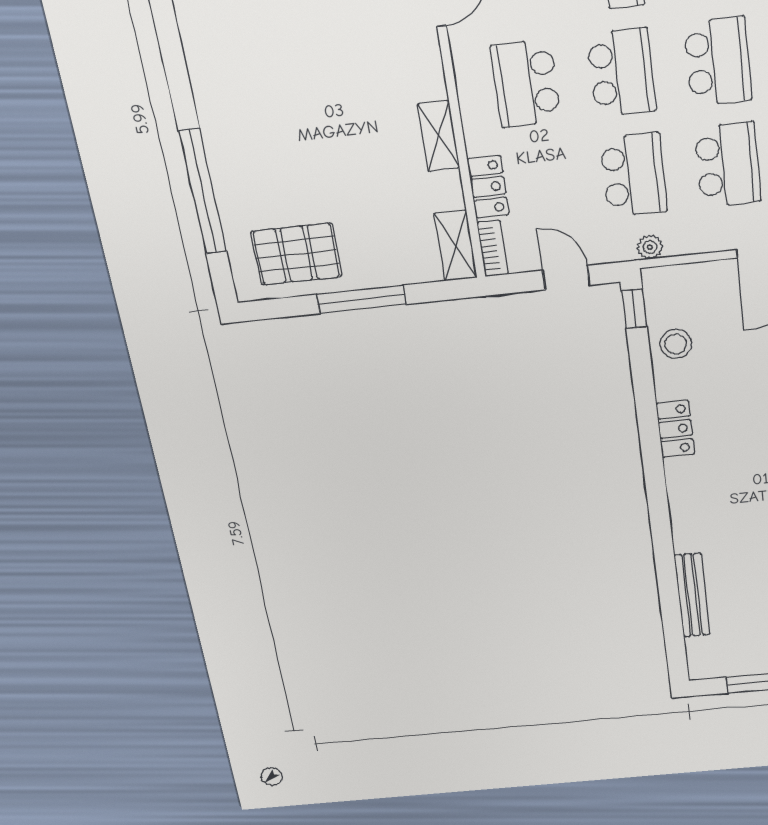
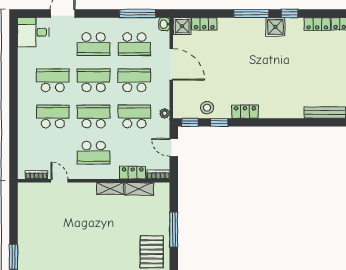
shelving: (456, 246) -> (139, 189), moved
door: (566, 278) -> (174, 148), hinge flipped
window: (642, 375) -> (219, 122), added

